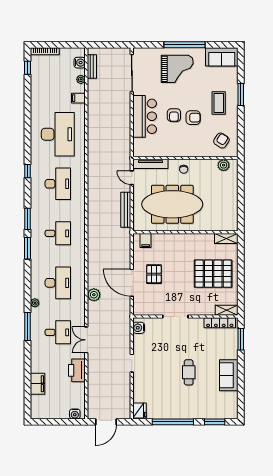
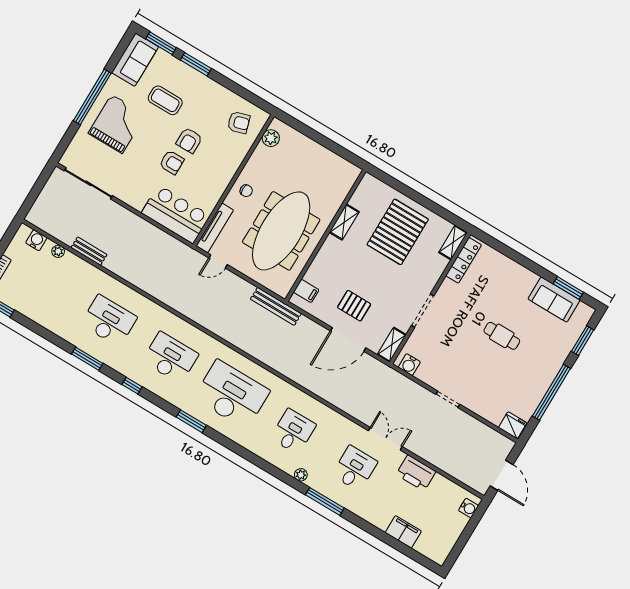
window: (241, 66) -> (161, 43), added
bench: (92, 67) -> (89, 251), moved
filing cabinet: (78, 98) -> (79, 268), removed
coffee table: (219, 103) -> (165, 100), moved
bar counter: (145, 116) -> (176, 214), moved
armchair: (193, 118) -> (189, 140), turned 180
desk: (58, 134) -> (109, 321), width x0.73, depth x0.77
armchair: (221, 141) -> (239, 122), turned 130
bench: (126, 210) -> (276, 306), moved
desk: (58, 233) -> (232, 395), width x1.87, depth x1.30
shelving: (226, 239) -> (344, 222), moved
window: (28, 248) -> (87, 359), moved
desk: (58, 283) -> (293, 431), width x0.73
plant: (94, 295) -> (335, 396), removed
shelving: (144, 310) -> (392, 345), added
window: (241, 339) -> (568, 288), moved
double door: (86, 340) -> (385, 439), swing flipped
sofa: (229, 375) -> (554, 300), moved

